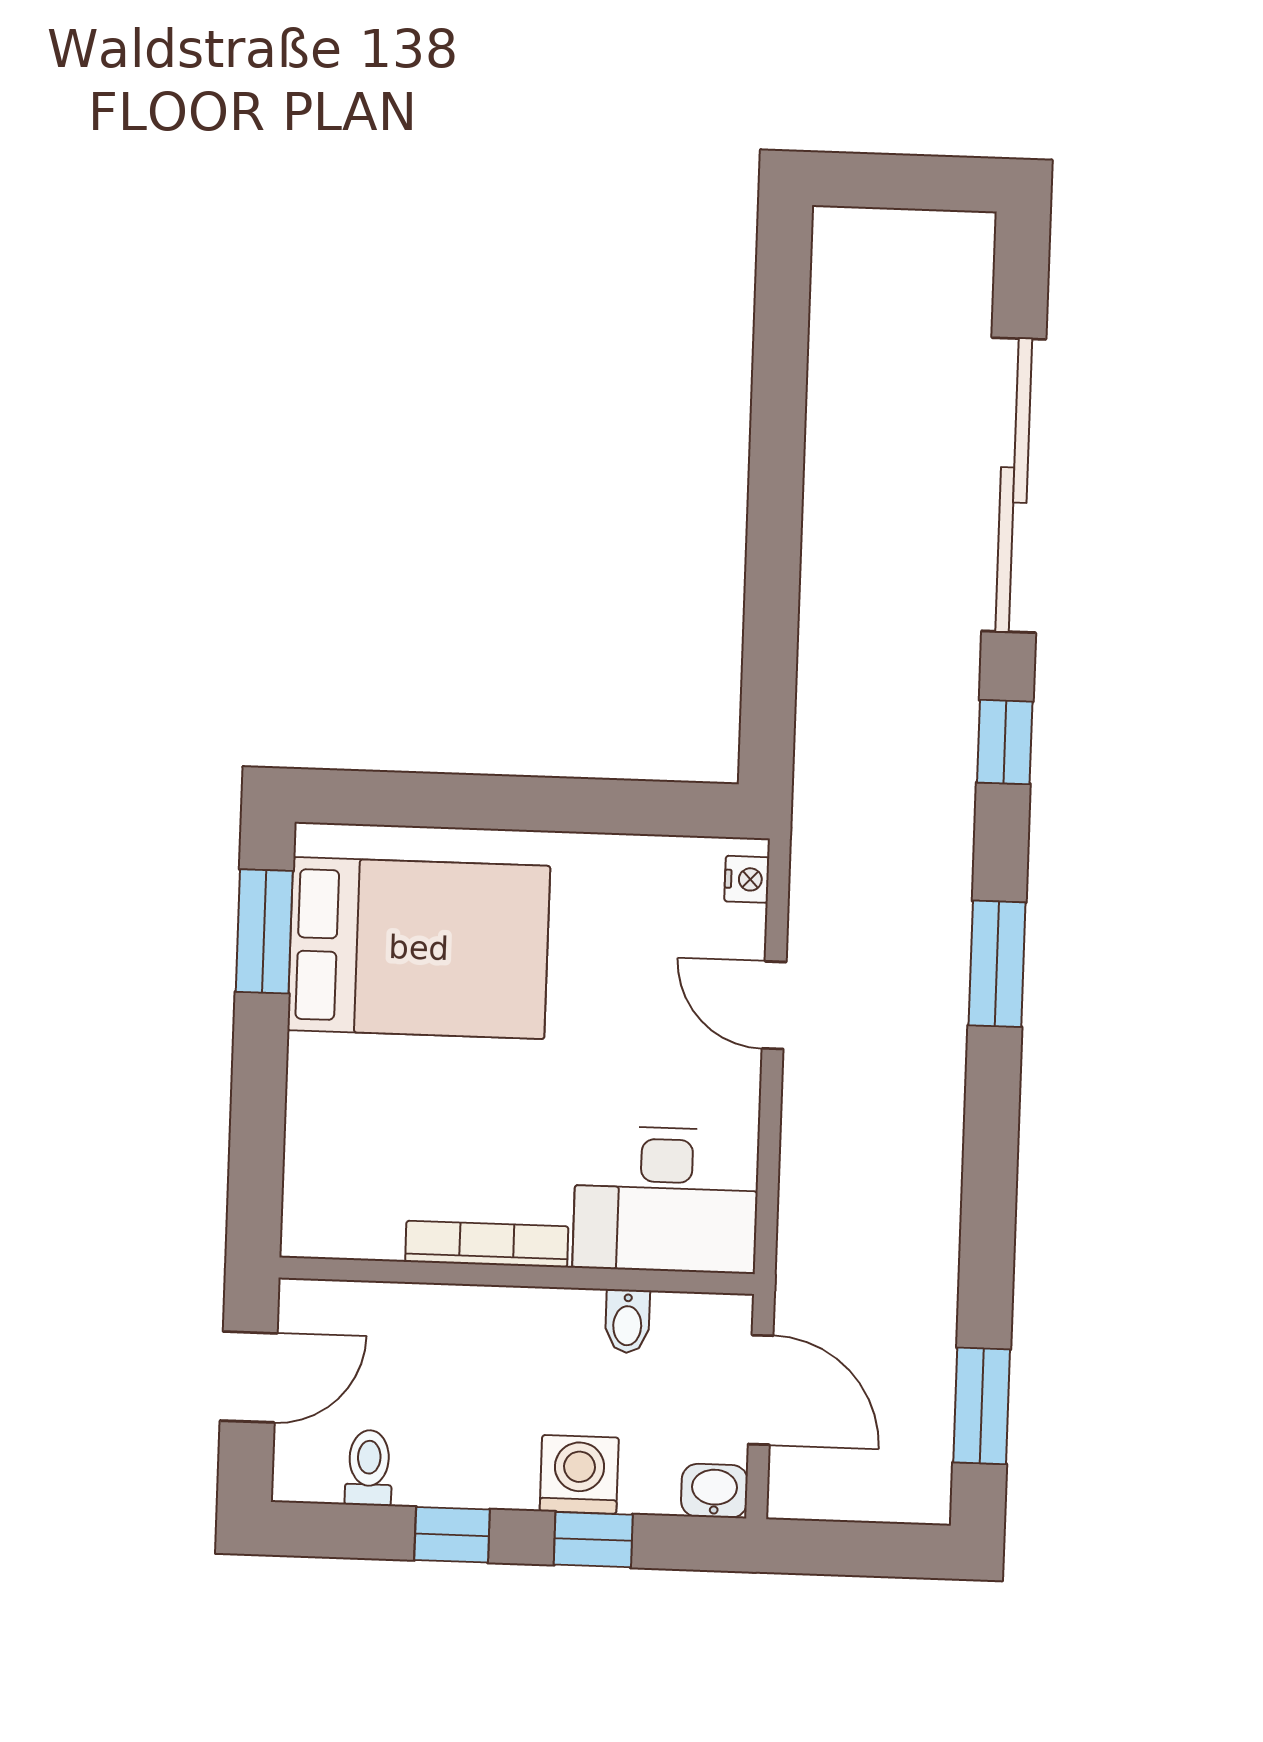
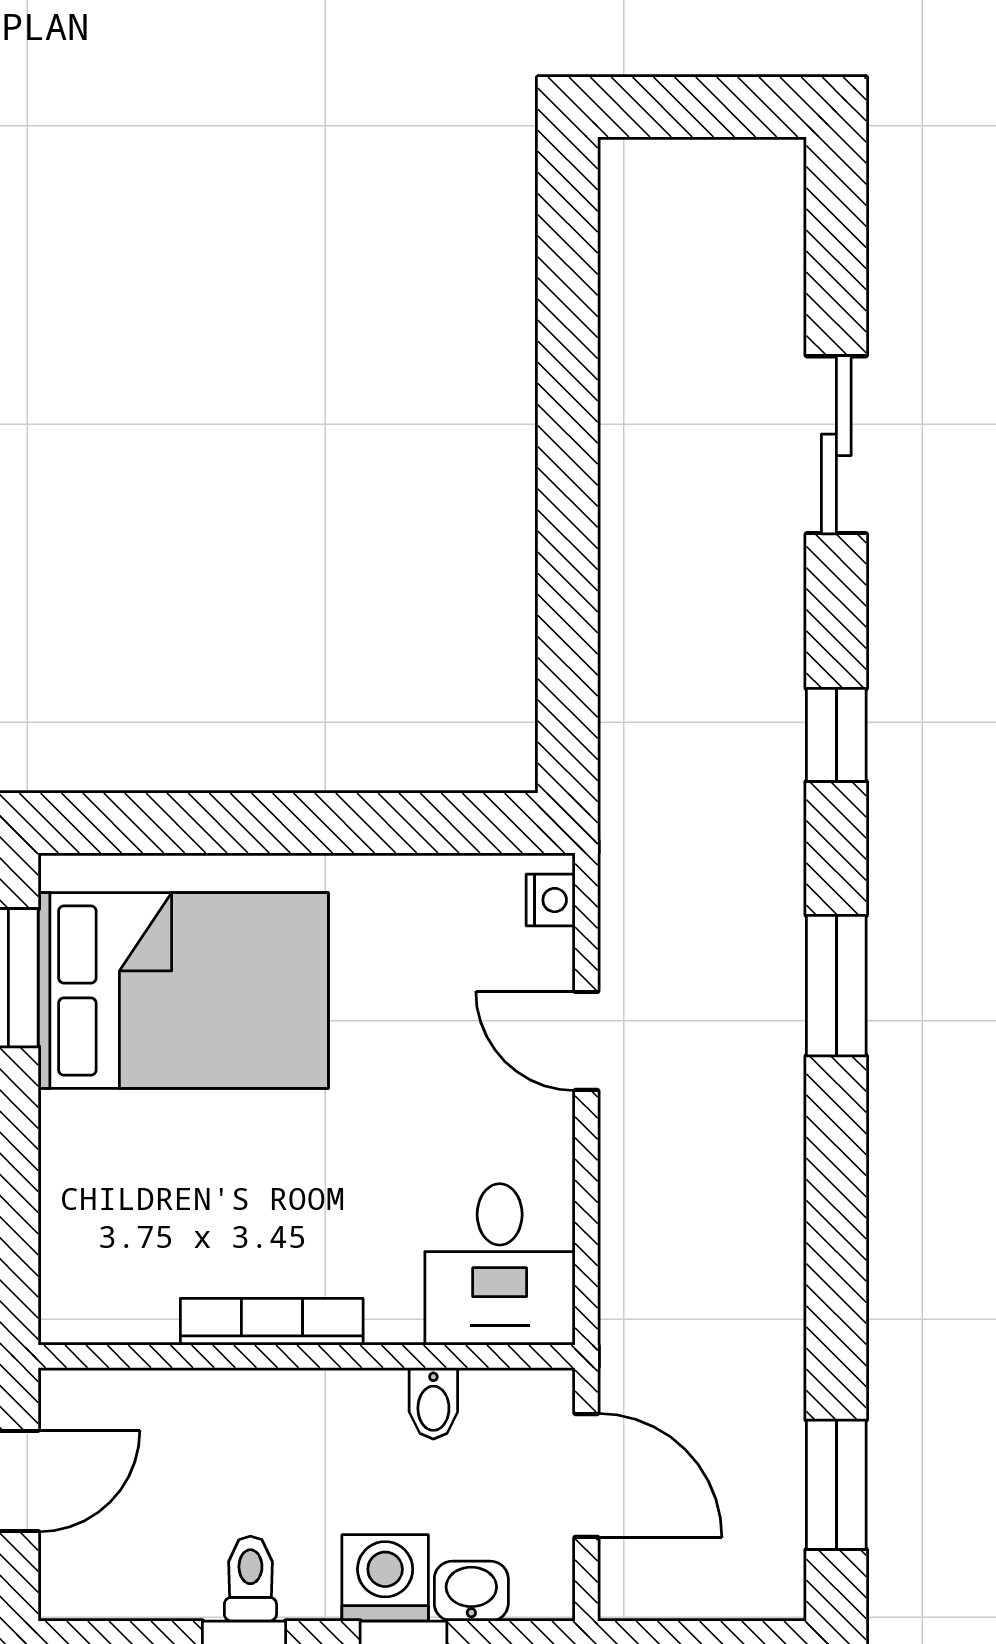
sliding door: (1014, 485) -> (836, 445), width x0.54
desk: (666, 1200) -> (500, 1264), width x0.73
toilet: (369, 1468) -> (250, 1579), moved
washbasin: (714, 1491) -> (471, 1591), moved

